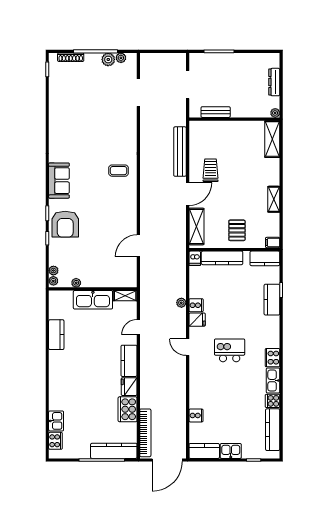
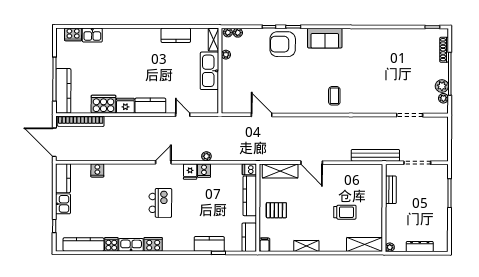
bench: (180, 152) -> (375, 155), moved
trolley: (211, 170) -> (345, 212), moved
shelving: (125, 296) -> (213, 40), moved

